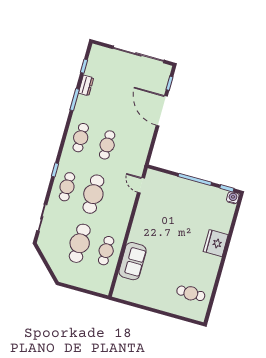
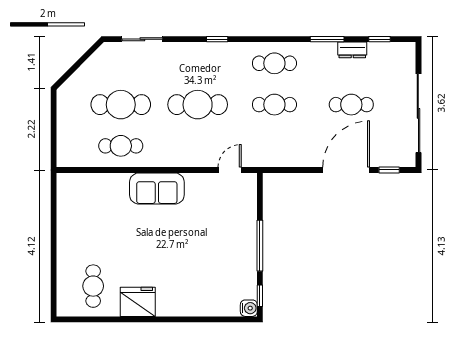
cafe table: (67, 187) -> (351, 105), moved
fridge: (216, 243) -> (138, 302), moved
sofa: (133, 261) -> (157, 188), moved

